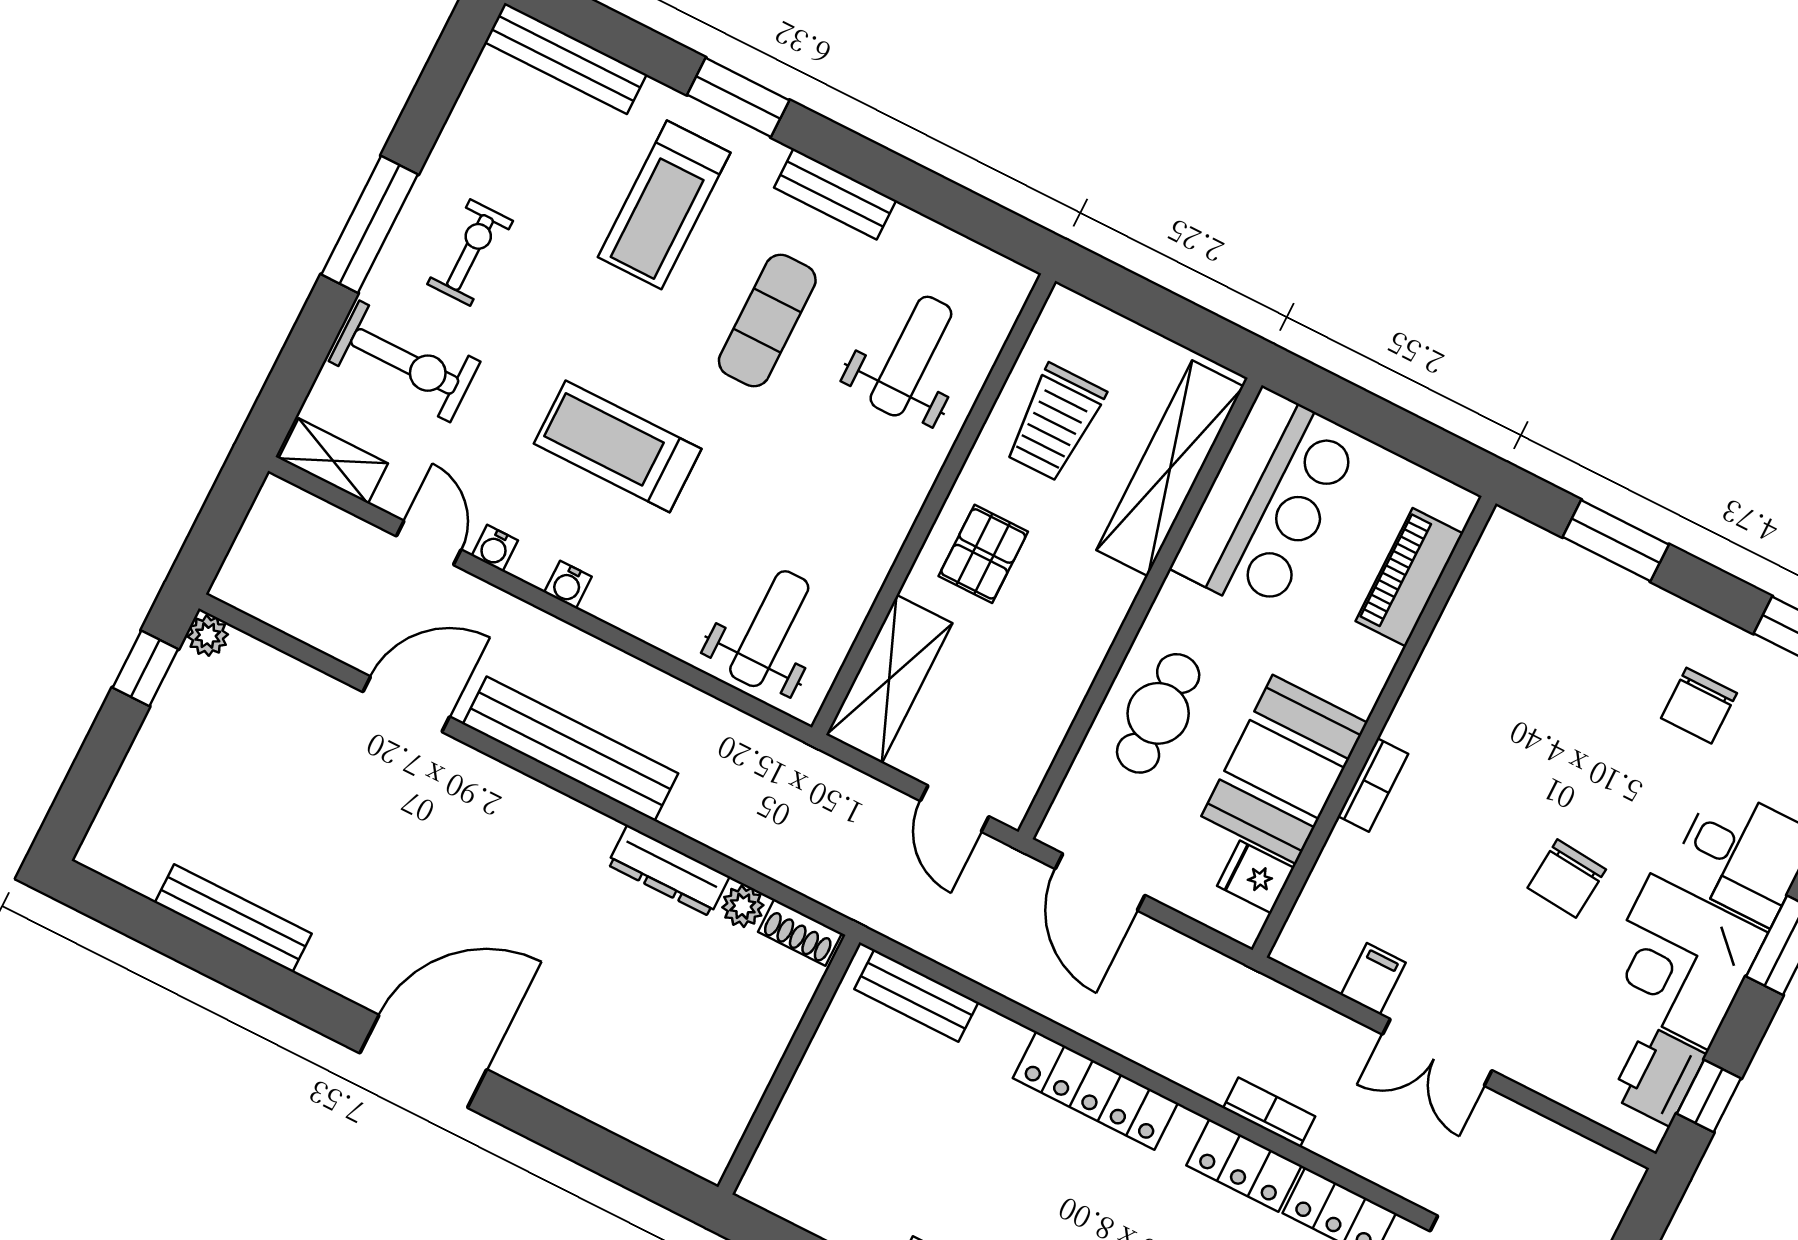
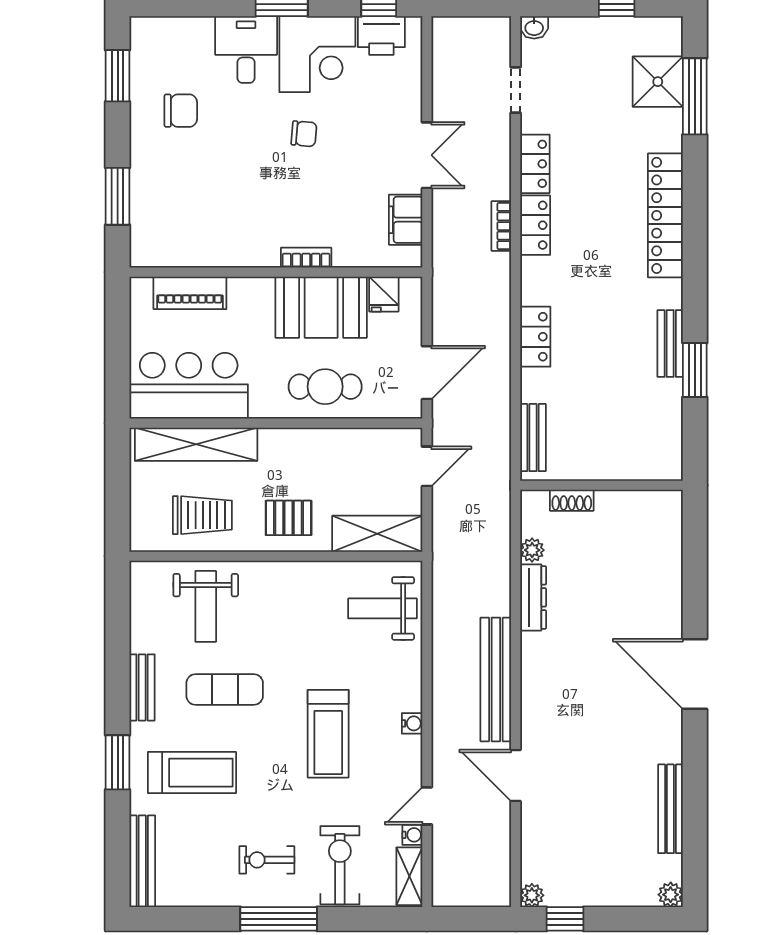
weight bench: (911, 356) -> (206, 606), turned -90
water cooler: (495, 548) -> (412, 835), moved
plant: (100, 851) -> (671, 895), added
chair: (1567, 879) -> (304, 134), width x0.73, depth x0.73
shoe rack: (800, 932) -> (572, 500), moved, turned 90
filing cabinet: (1373, 979) -> (406, 220), width x2.00
locker: (1095, 1091) -> (535, 337), width x0.66

